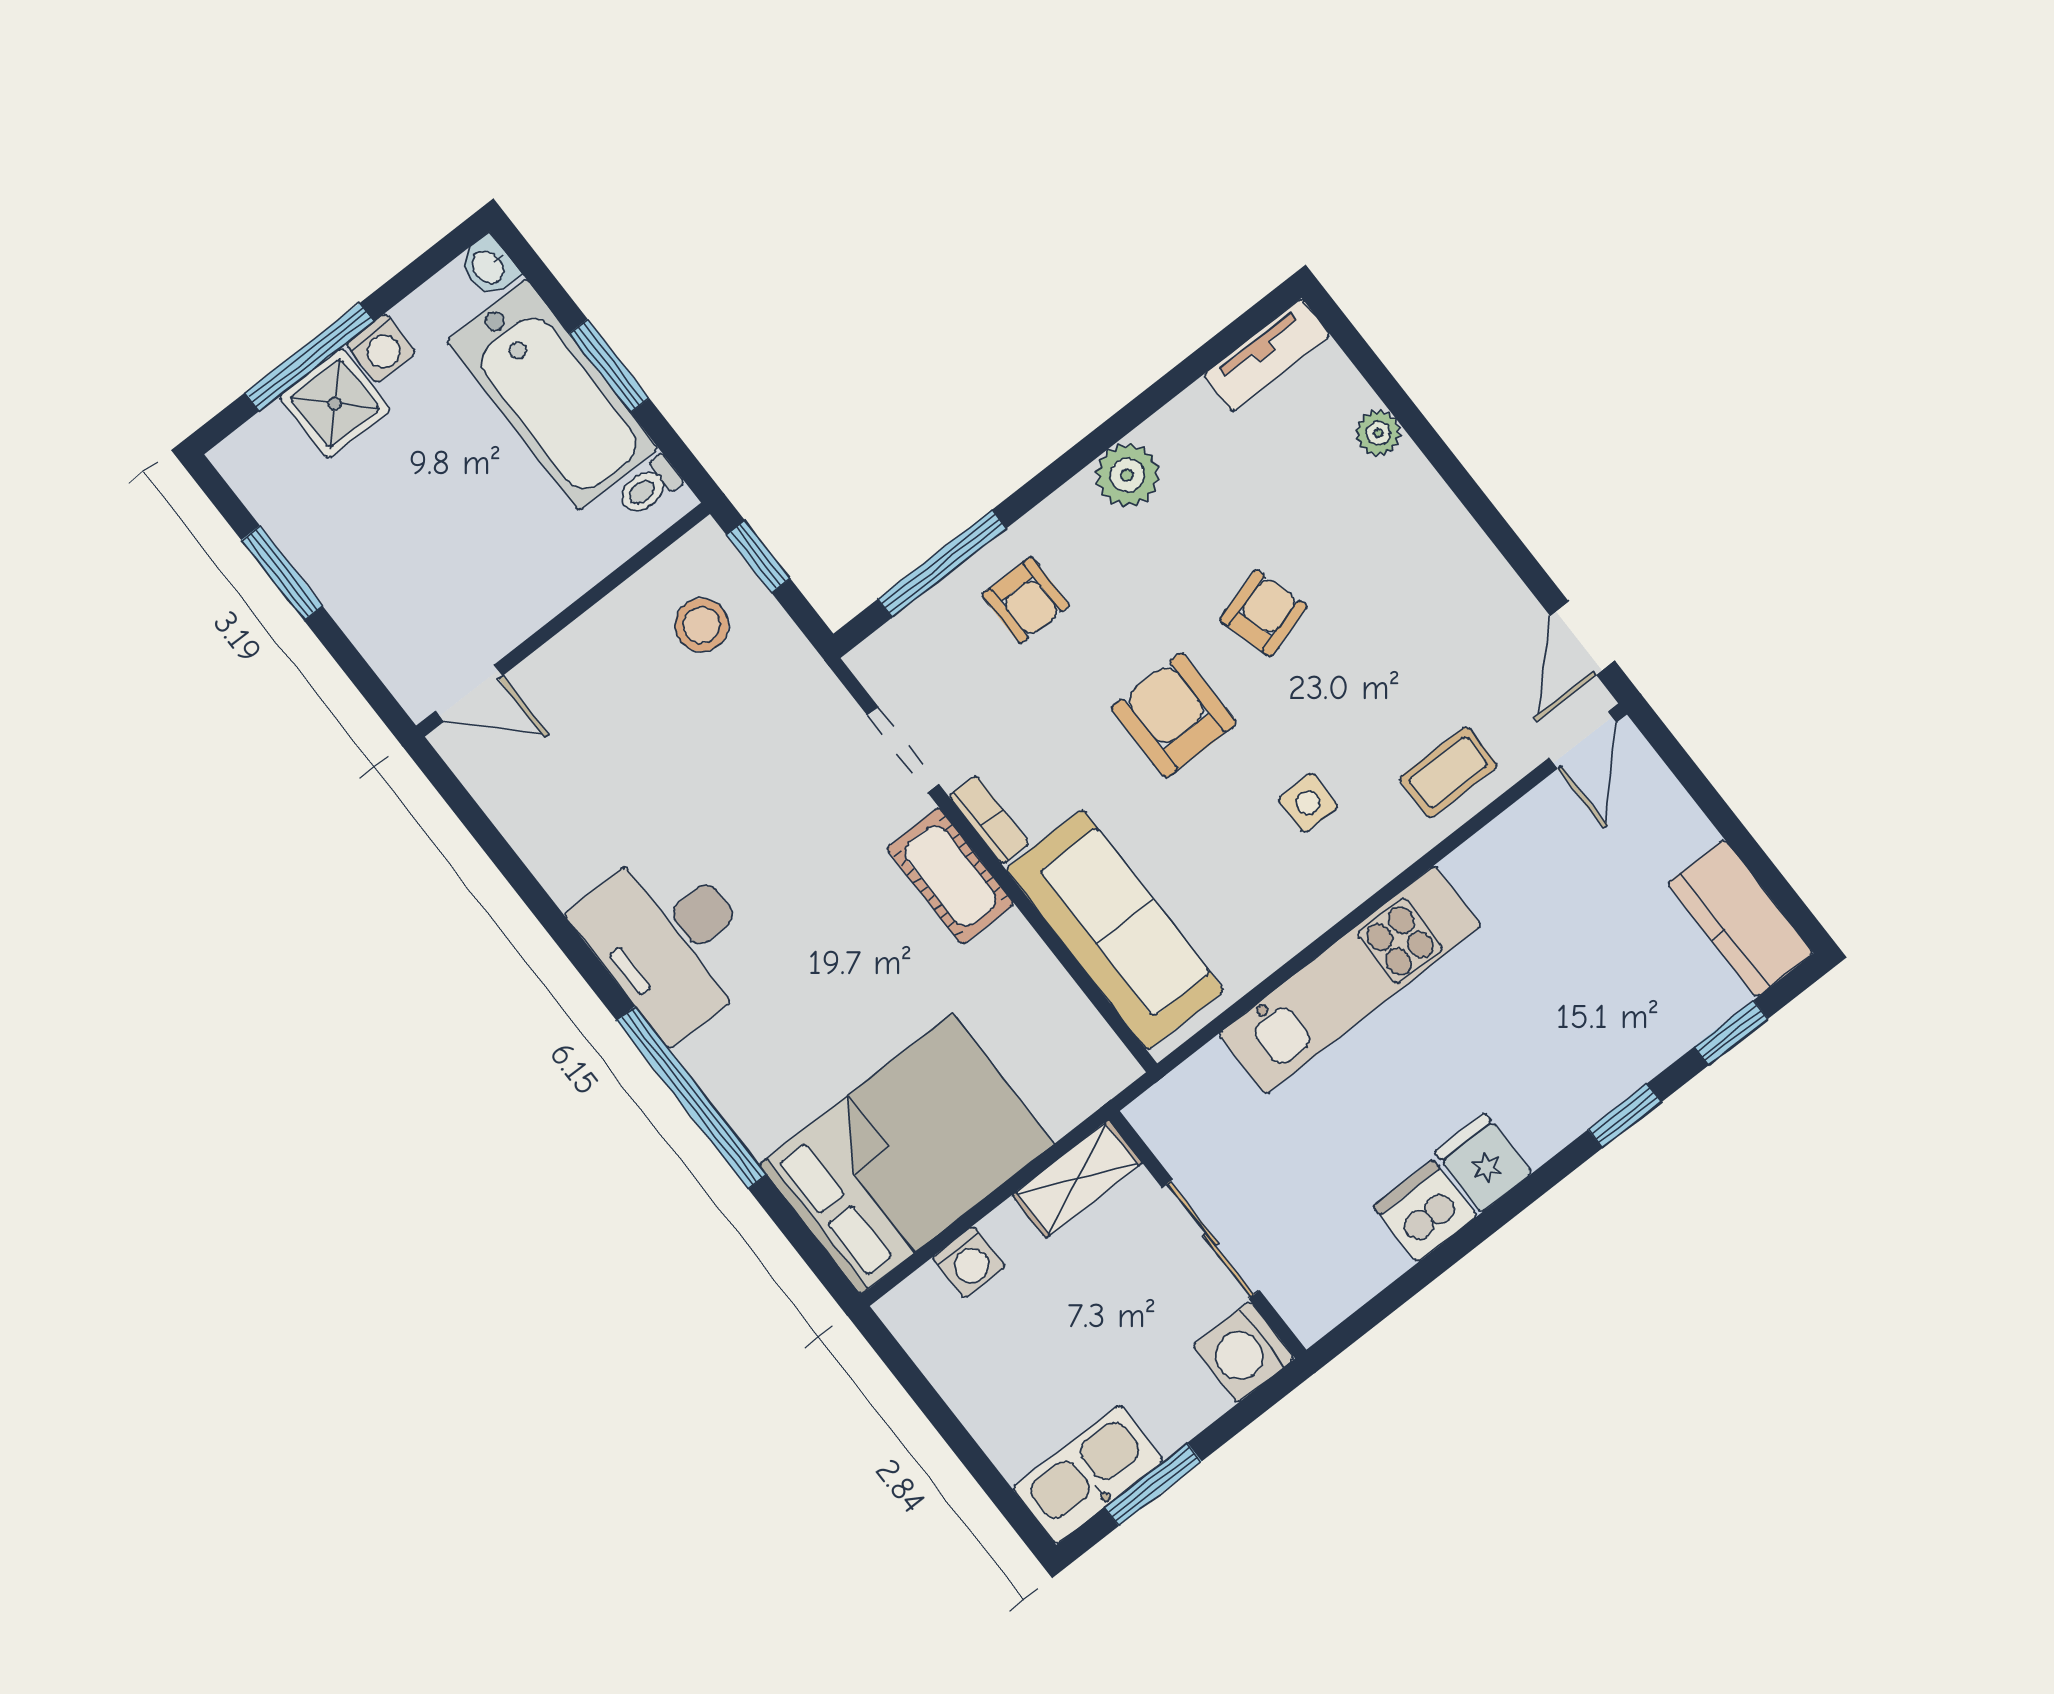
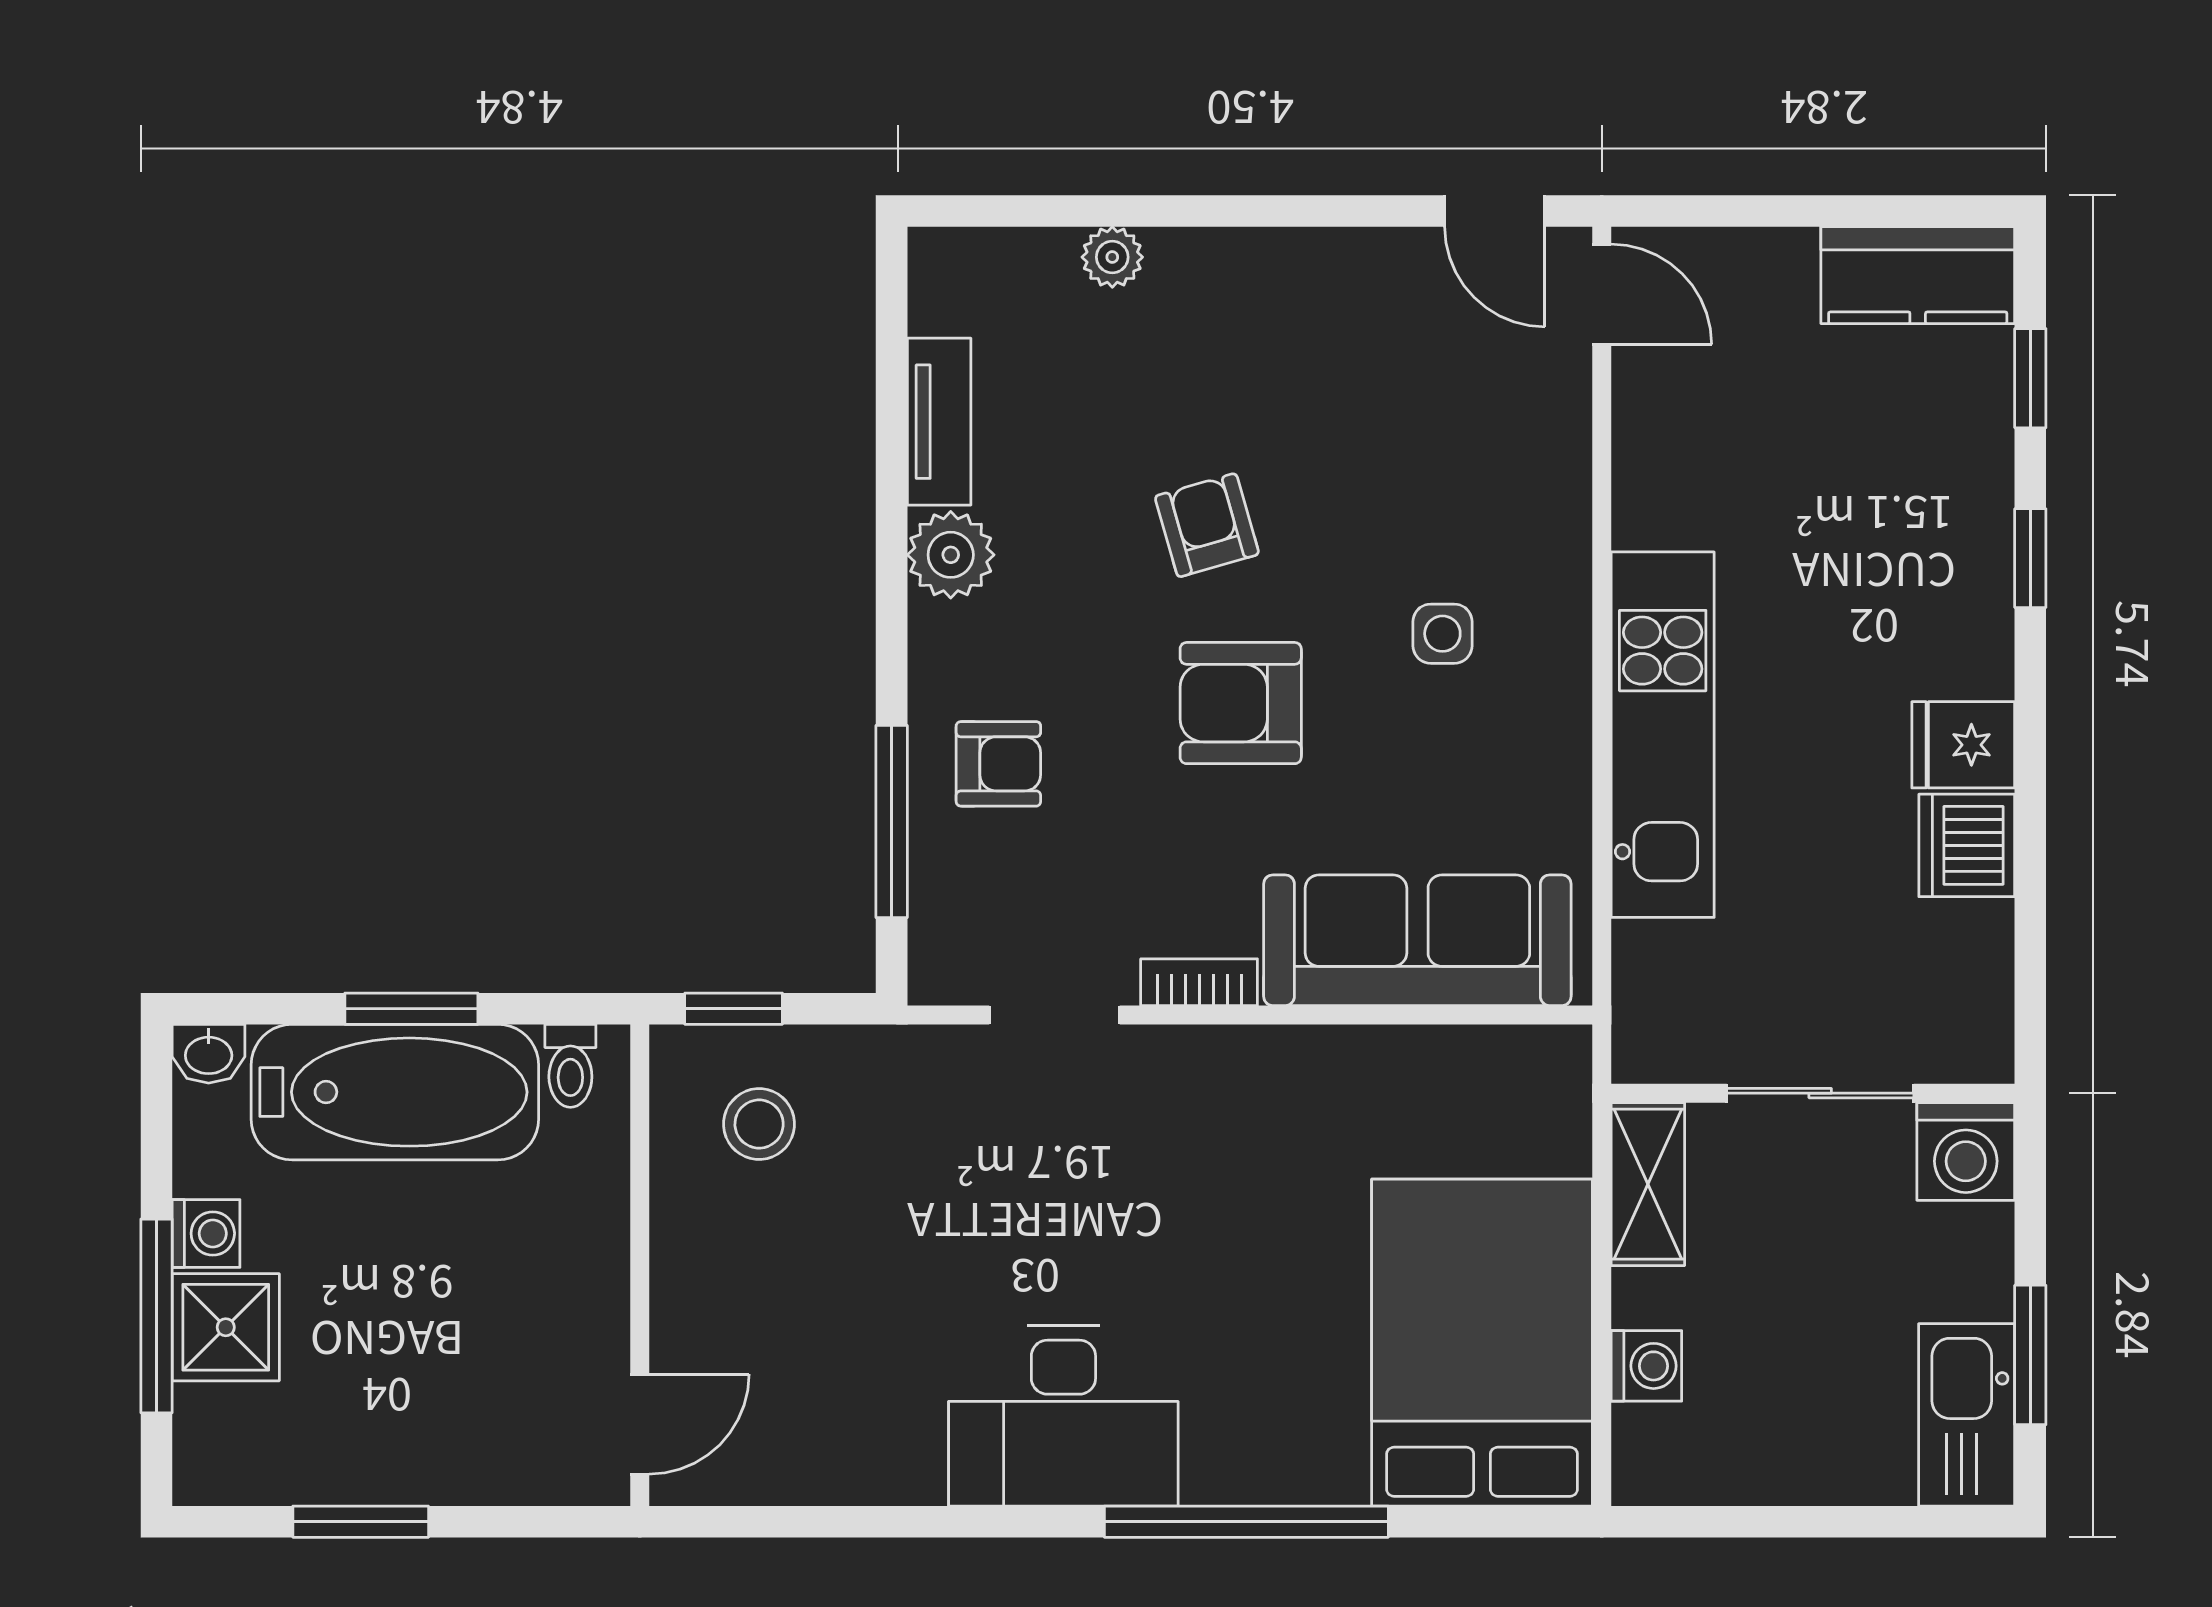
tv unit: (1267, 355) -> (939, 422), moved
coffee table: (1448, 772) -> (1525, 462), removed
cot: (950, 876) -> (1226, 1069), removed

